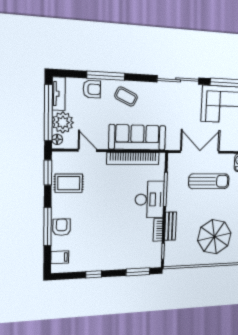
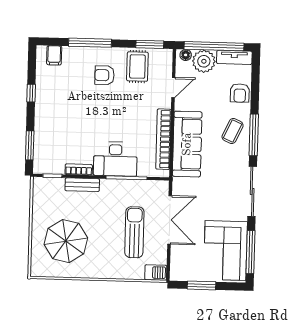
window: (106, 76) -> (254, 135), moved
sun lounger: (209, 181) -> (134, 232), turned 180
armchair: (62, 227) -> (104, 75), moved, turned 180

